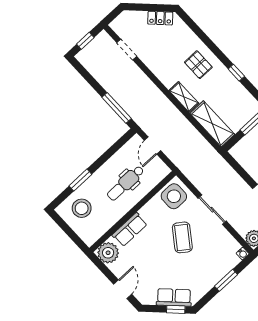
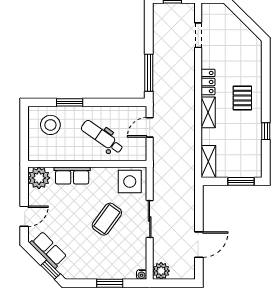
locker: (160, 18) -> (208, 82), moved, turned -135
shelving: (212, 124) -> (208, 161), width x0.67, depth x0.75
dental chair: (126, 183) -> (102, 137), turned 35
row of seats: (174, 297) -> (48, 250), moved

